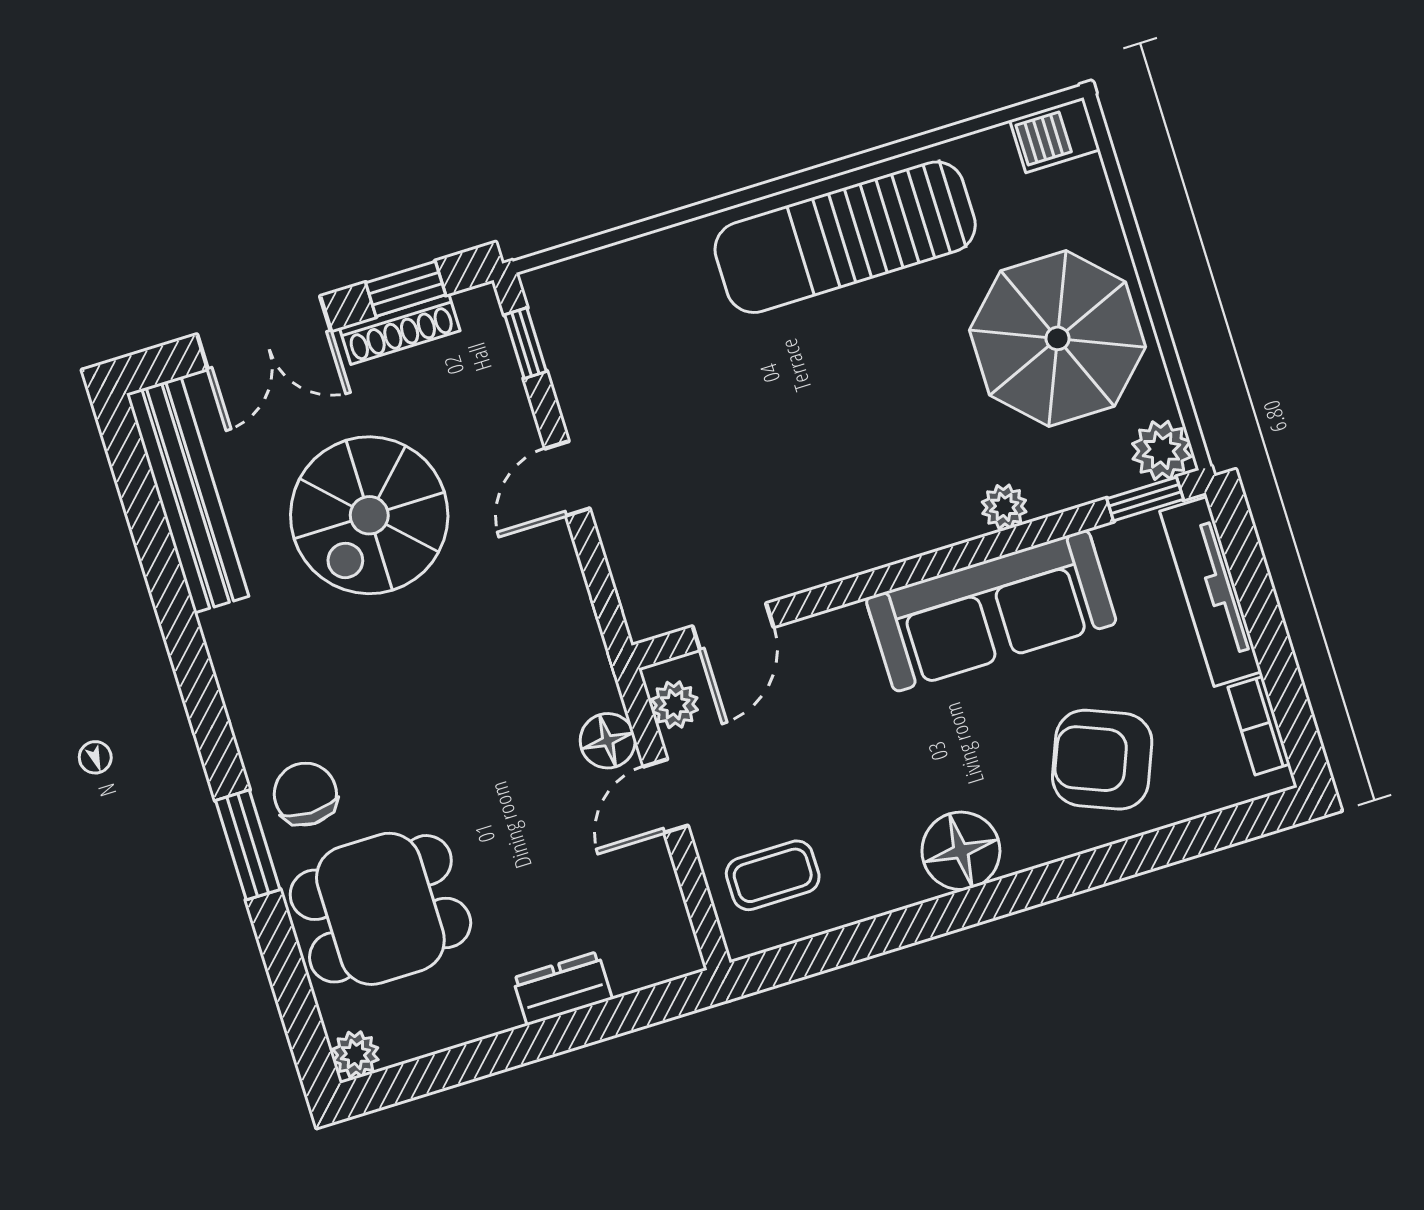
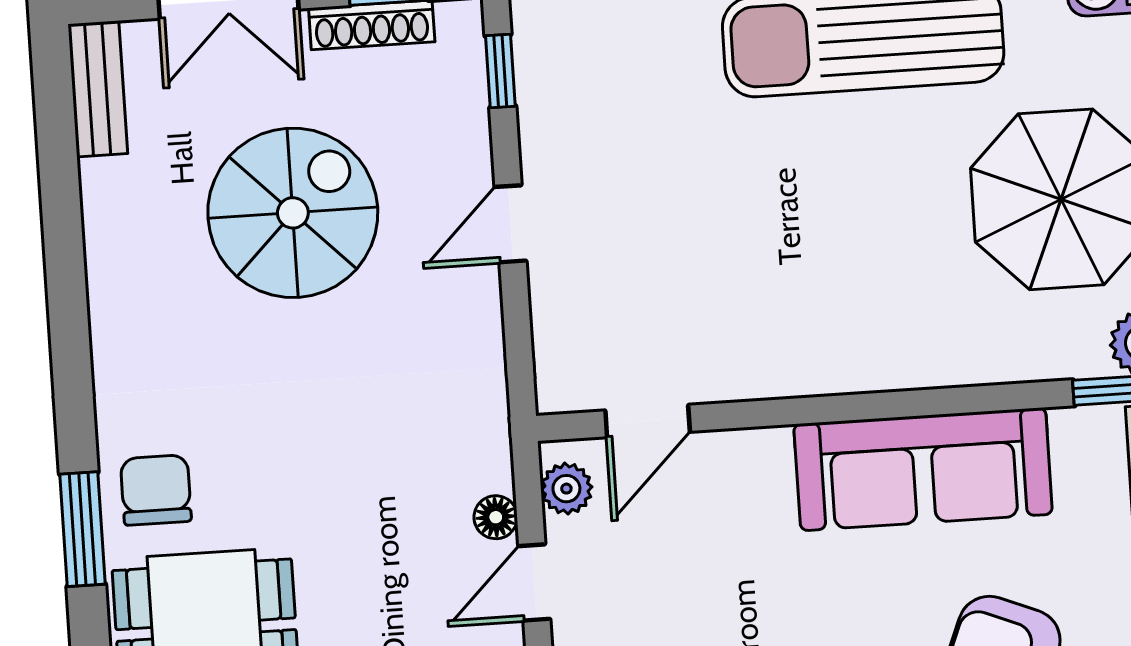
bench: (188, 495) -> (98, 89), width x0.54, depth x0.82
plant: (1004, 507) -> (963, 363), removed
spiral stairs: (369, 515) -> (293, 213), turned 180
floor lamp: (608, 741) -> (496, 517), width x0.73, depth x0.73

